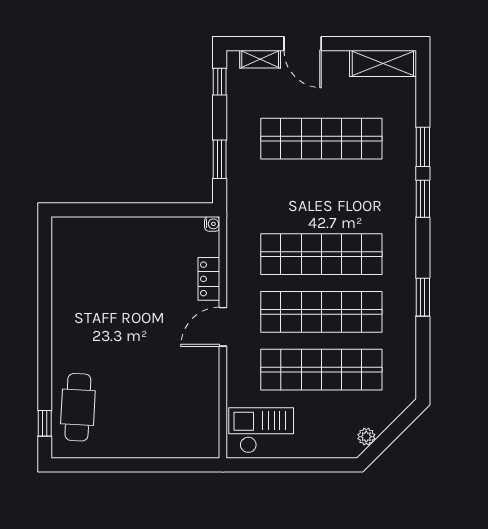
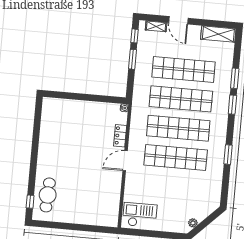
window: (220, 159) -> (132, 59), moved
shop shelf: (321, 370) -> (181, 99), moved

